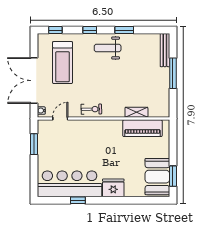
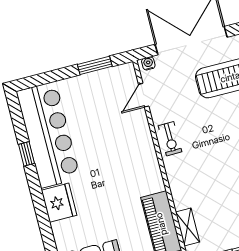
shelving: (136, 112) -> (188, 227), moved
door: (60, 119) -> (144, 95), swing flipped

